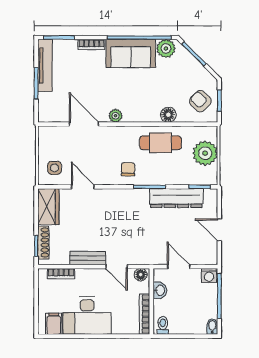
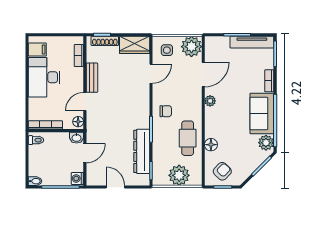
plant: (50, 138) -> (191, 47), added
door: (219, 230) -> (115, 187), hinge flipped
washbasin: (160, 290) -> (77, 138), moved

